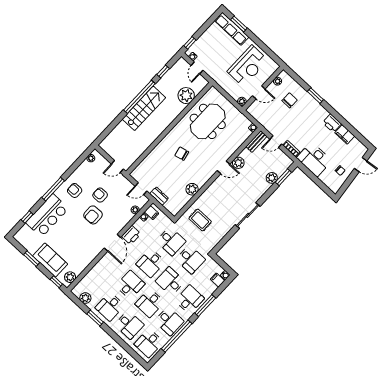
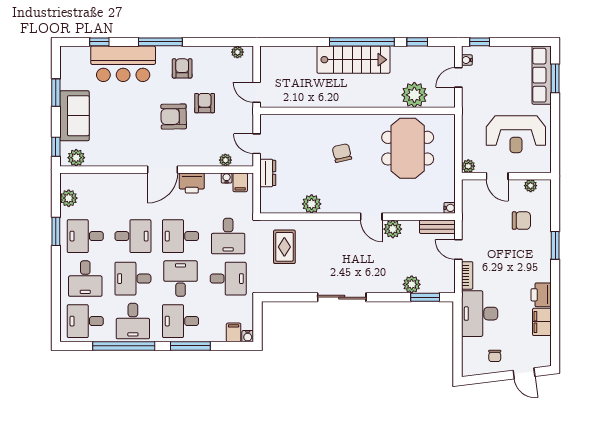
meeting table: (208, 121) -> (408, 148), turned 90
desk: (191, 259) -> (228, 279), turned -90
desk: (190, 299) -> (181, 321), turned 180

